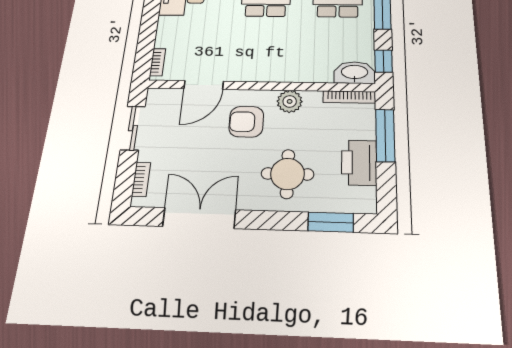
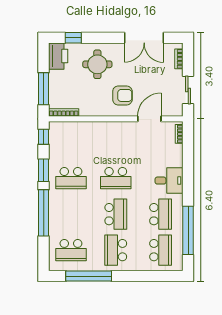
washbasin: (355, 73) -> (61, 129), removed
plant: (290, 101) -> (98, 109), removed
printer: (359, 163) -> (58, 56), moved
window: (331, 222) -> (73, 38), width x0.67

